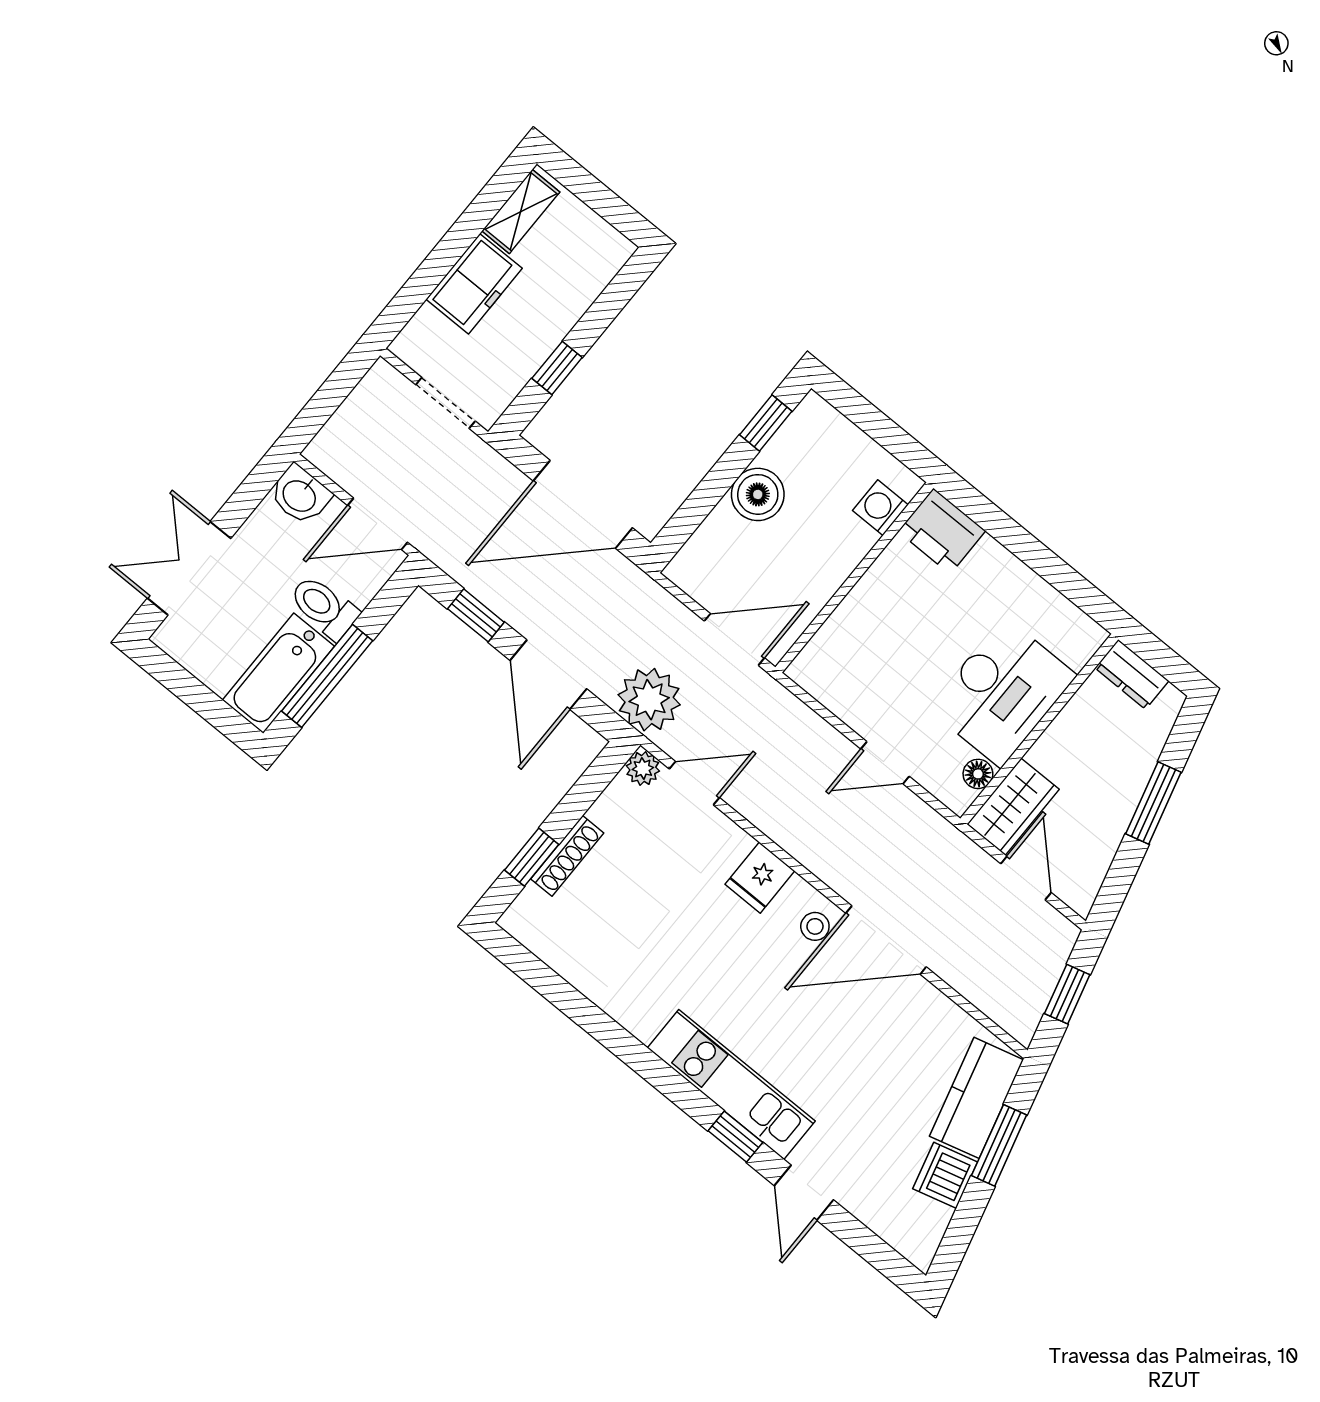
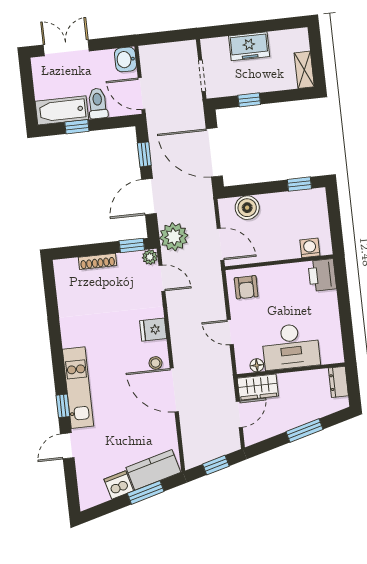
shelving: (521, 211) -> (304, 70), moved, turned 90
boiler: (758, 494) -> (247, 208), moved
armchair: (841, 668) -> (246, 287), added
window: (327, 676) -> (77, 127), width x0.46
window: (532, 857) -> (132, 245), moved

